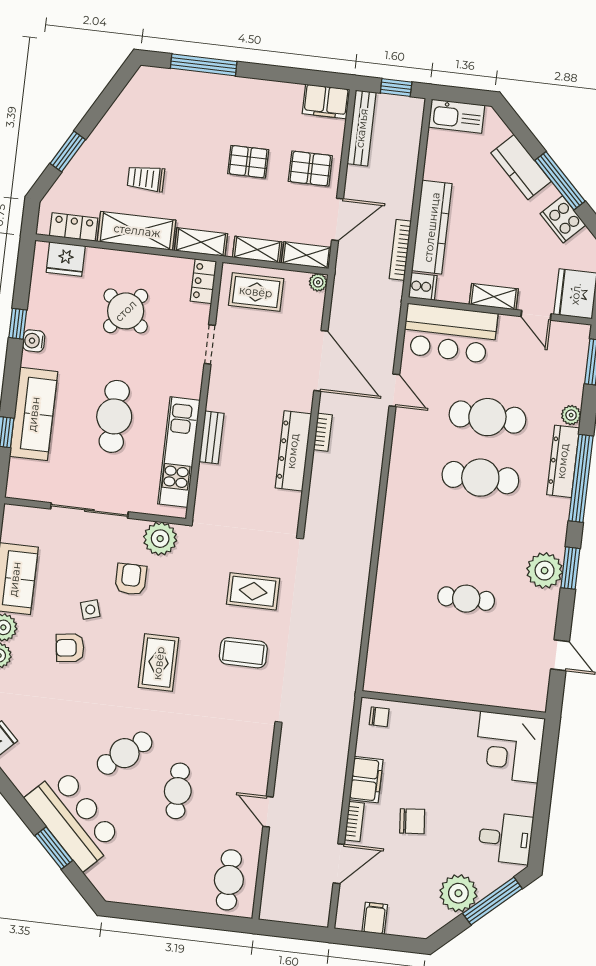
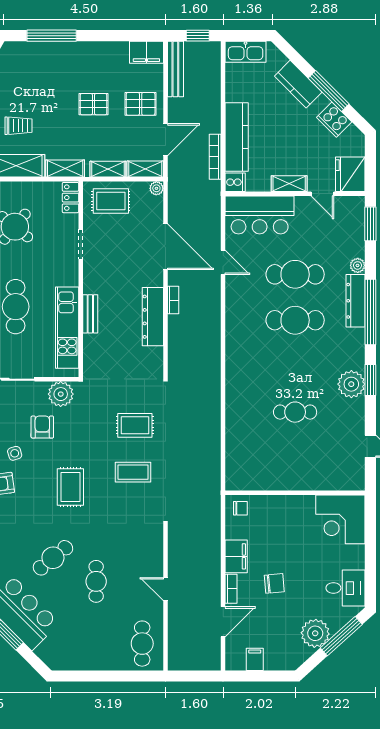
trolley: (146, 178) -> (18, 126), turned 180

